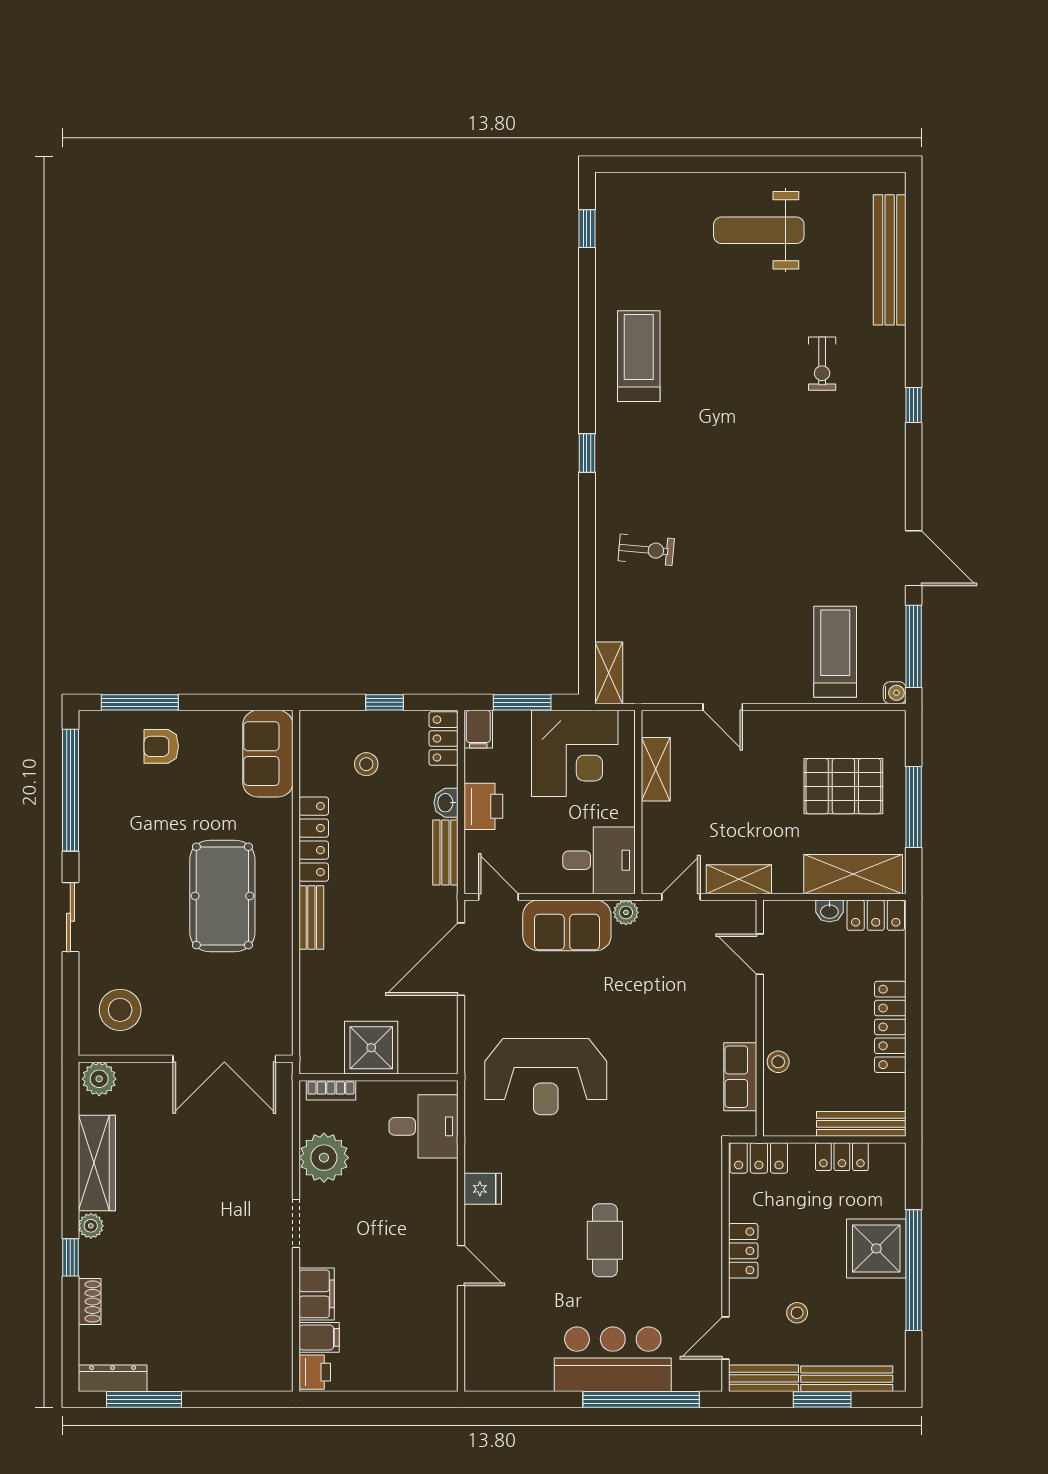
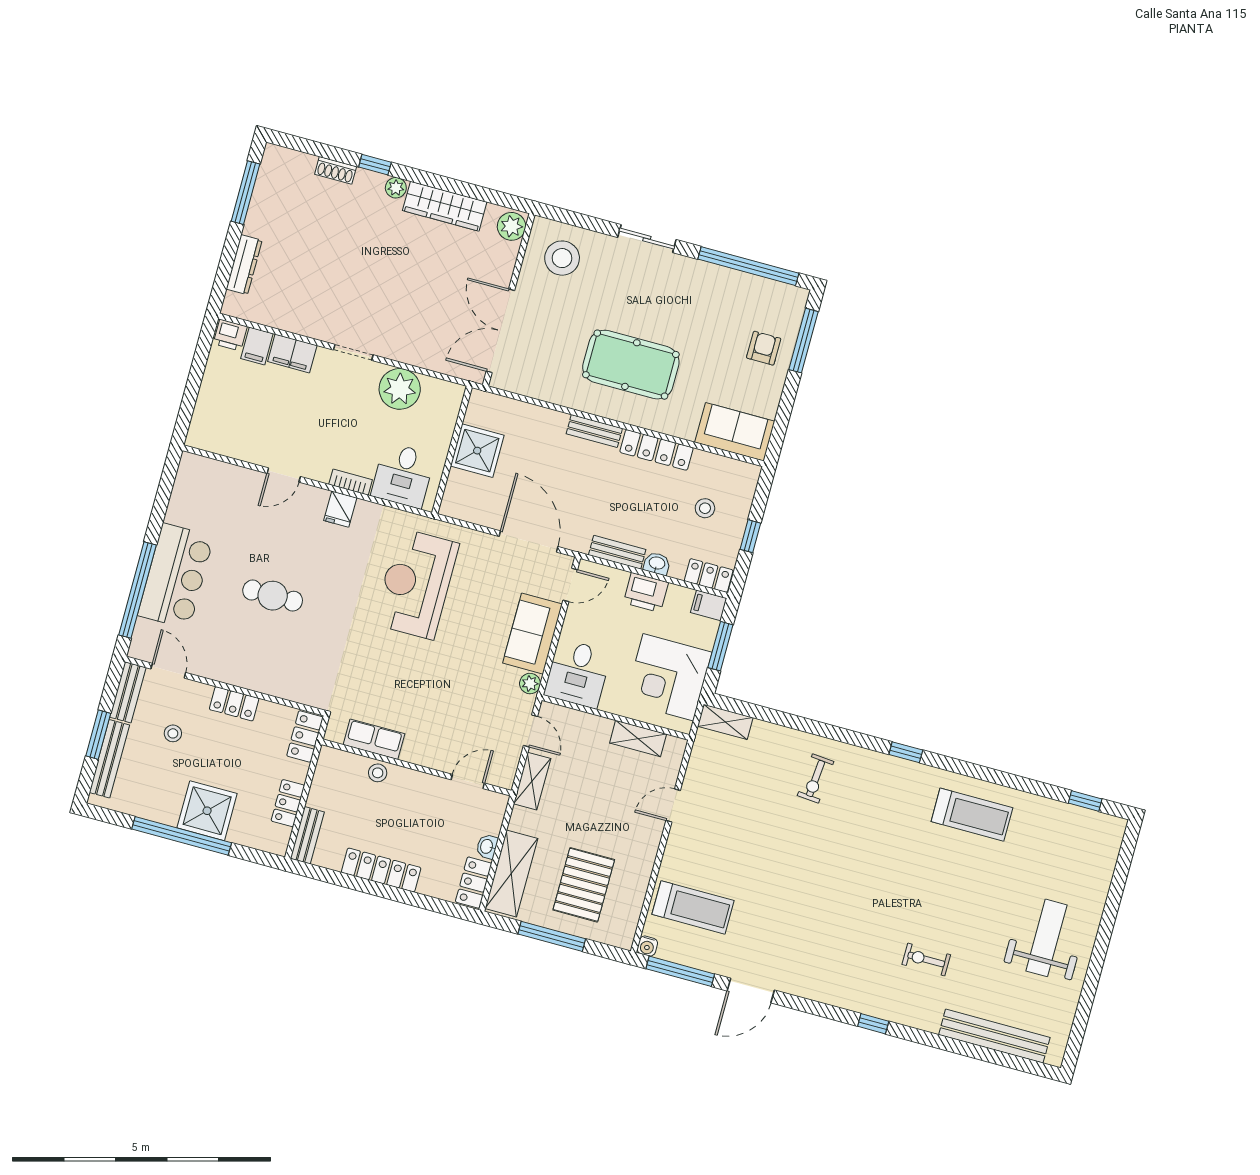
bookcase: (331, 1090) -> (351, 482), moved, turned 90
bench: (861, 1124) -> (307, 835), width x0.73
dresser: (113, 1378) -> (244, 265), moved

